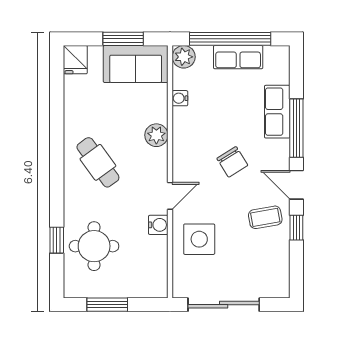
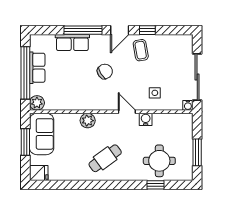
water cooler: (180, 98) -> (188, 105), moved
side table: (199, 239) -> (155, 93), width x0.54, depth x0.54

